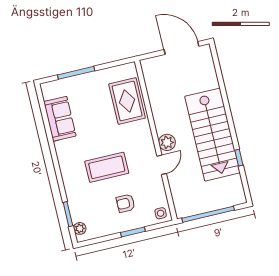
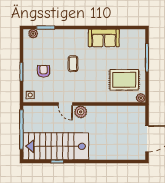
plant: (130, 68) -> (141, 98), added
rug: (127, 101) -> (124, 80), moved
sofa: (60, 119) -> (104, 38), moved
stairs: (212, 135) -> (56, 146), moved
coffee table: (107, 167) -> (73, 64), width x0.54, depth x0.58

